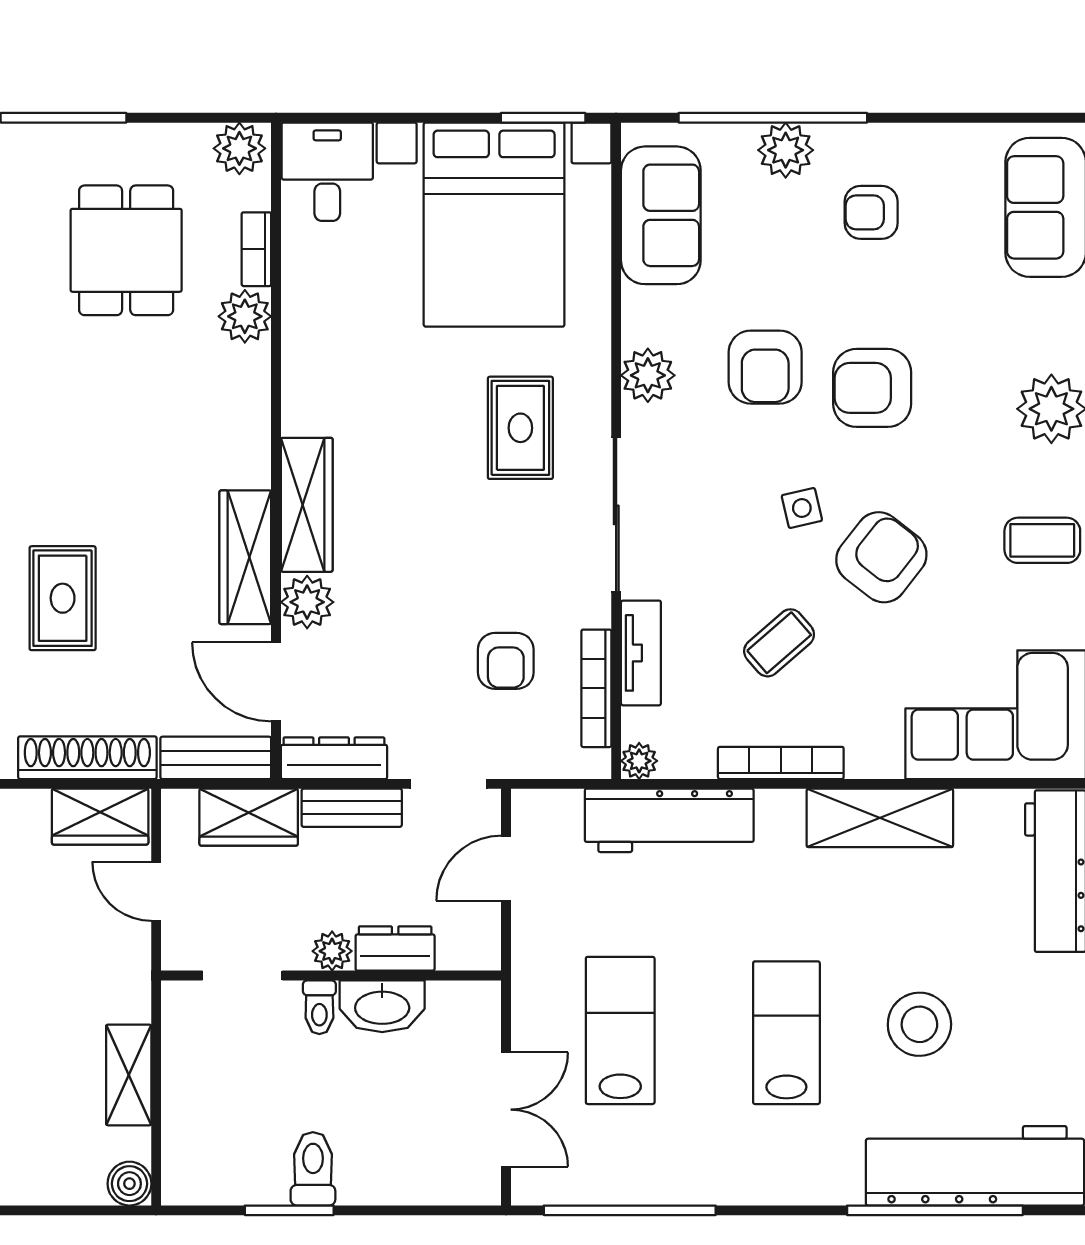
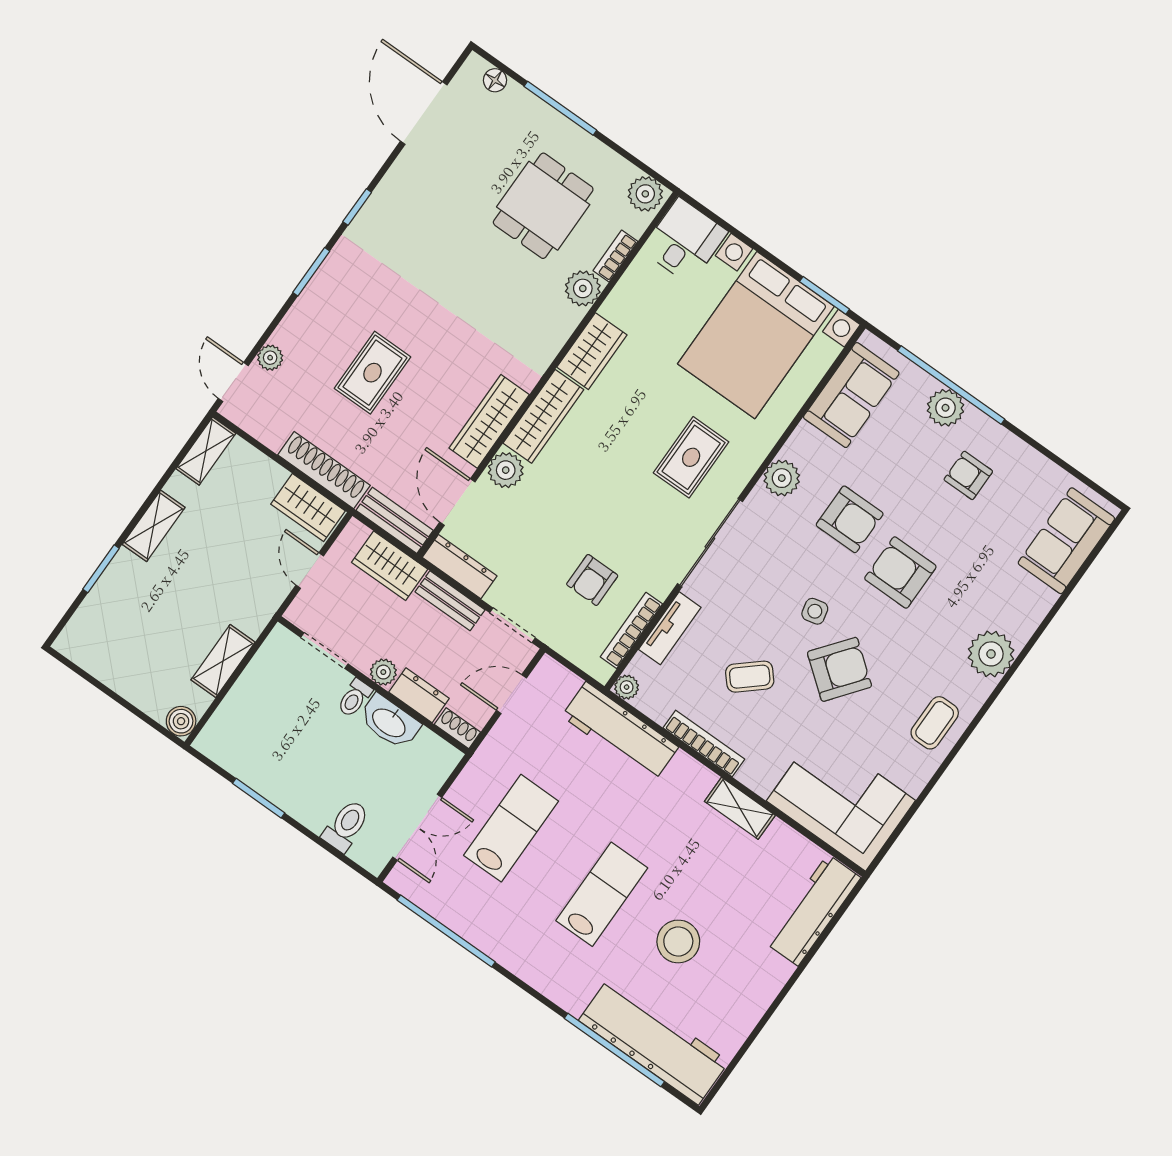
armchair: (765, 367) -> (850, 519), turned -90
wardrobe: (310, 384) -> (592, 351), added
coffee table: (1042, 540) -> (935, 723), turned 90
shelving: (880, 818) -> (740, 808), width x0.67, depth x0.75
shoe rack: (470, 955) -> (457, 728), added
toilet: (313, 1169) -> (346, 826), moved

